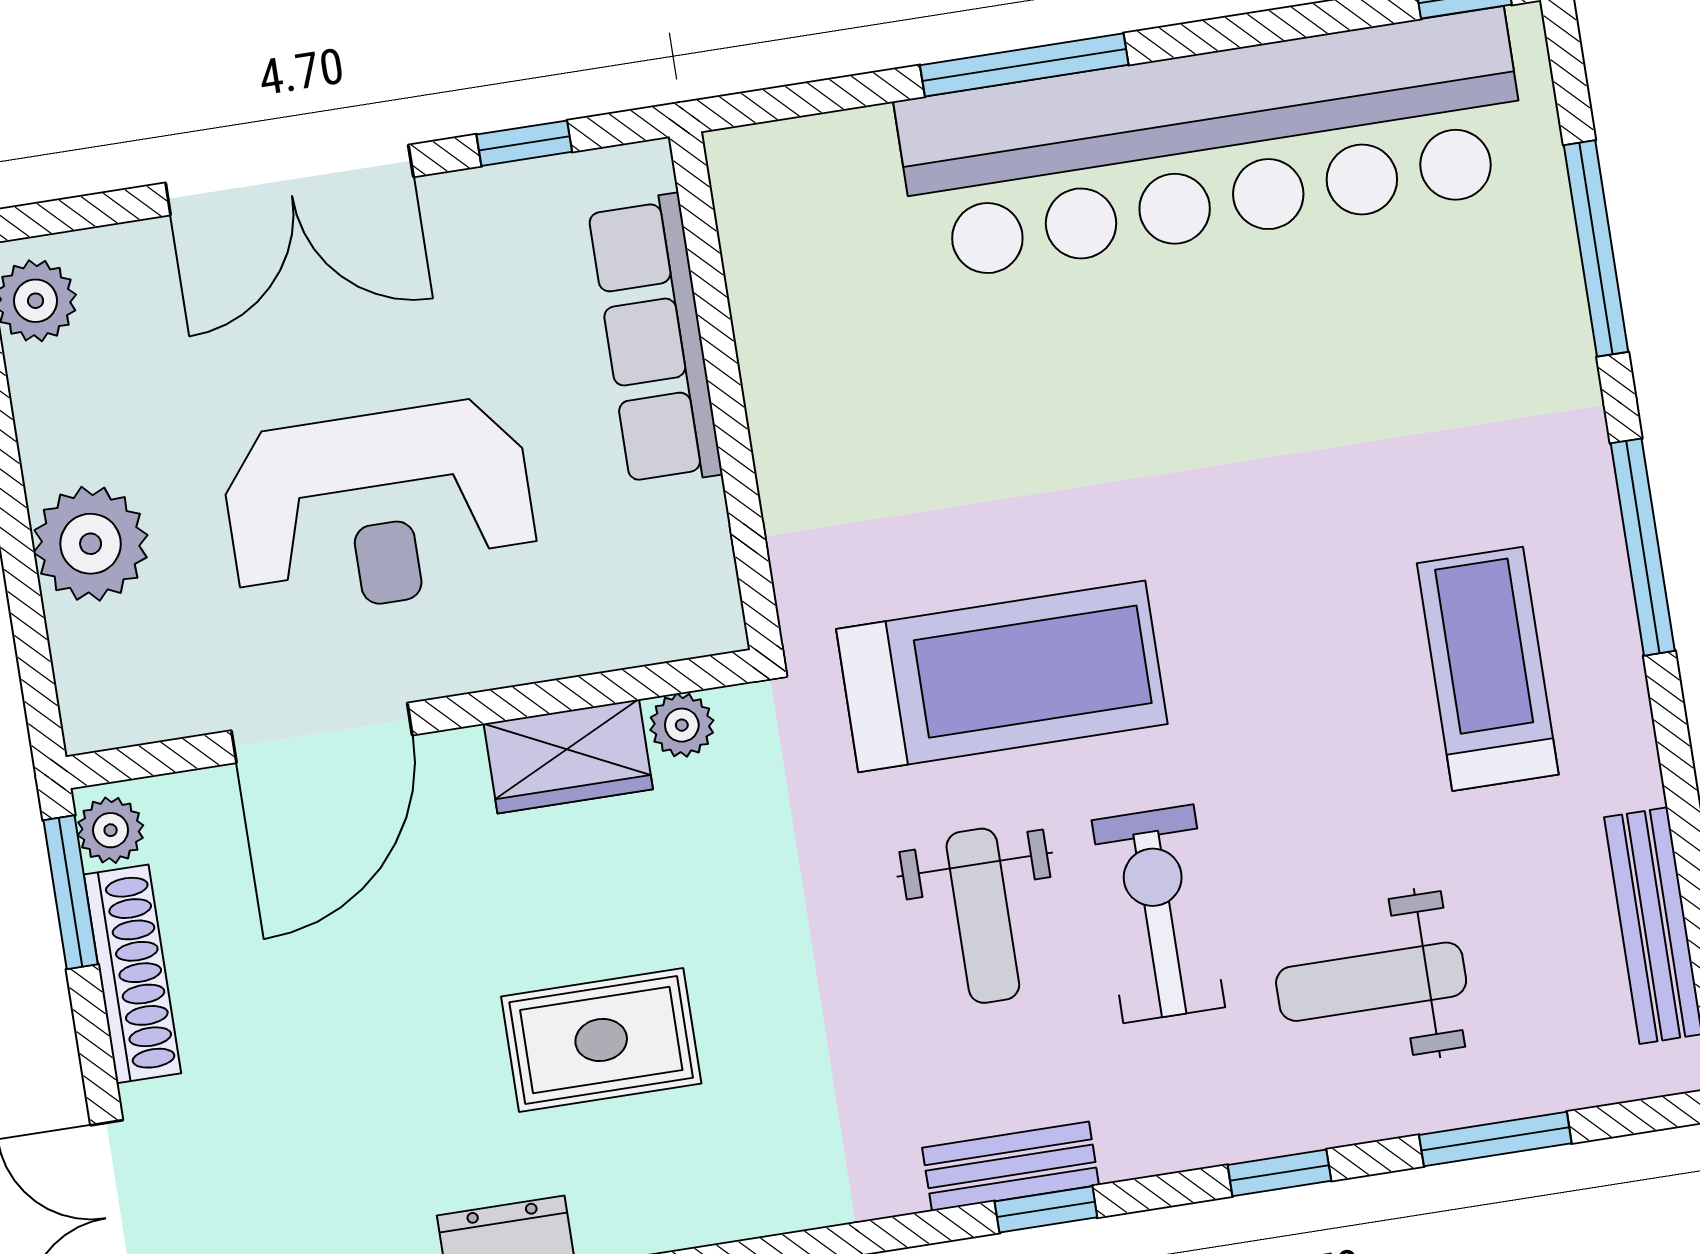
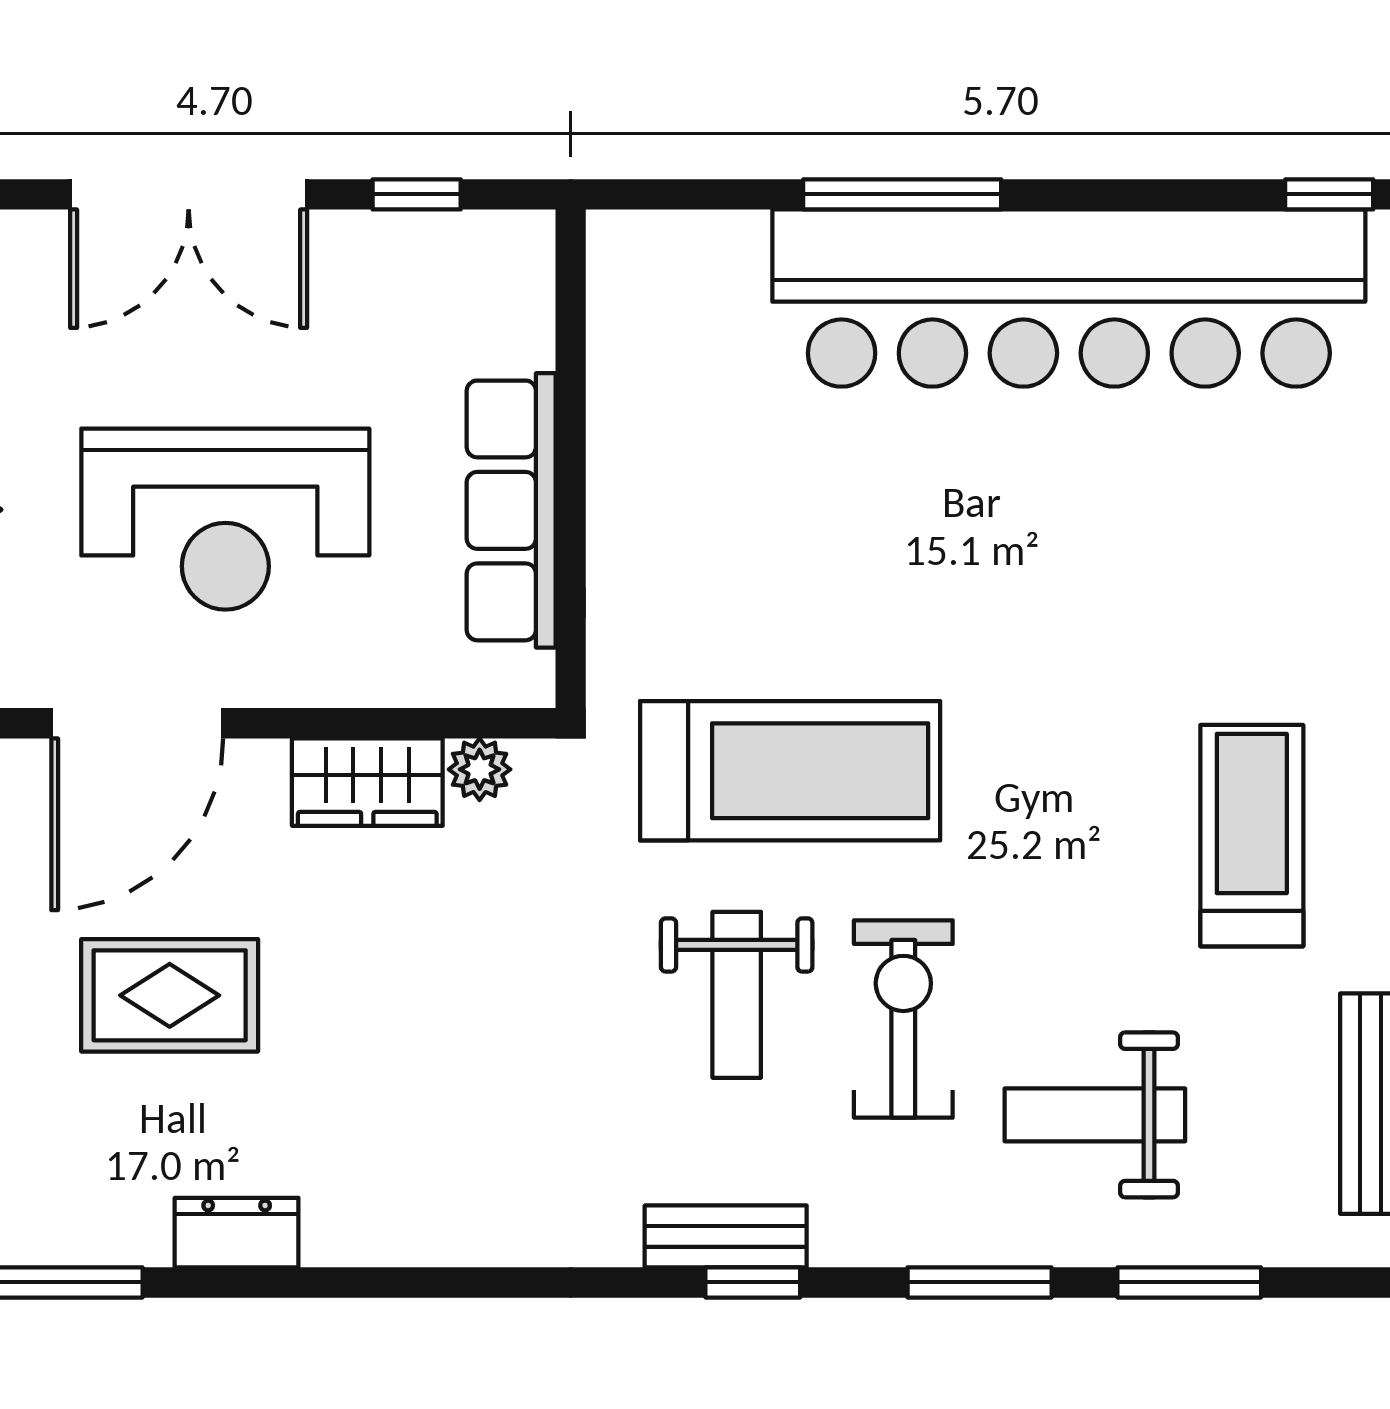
row of seats: (655, 340) -> (511, 510), moved
rug: (601, 1040) -> (170, 995), moved
window: (1279, 1173) -> (980, 1282), width x1.50

